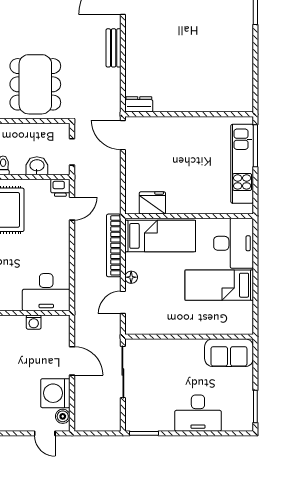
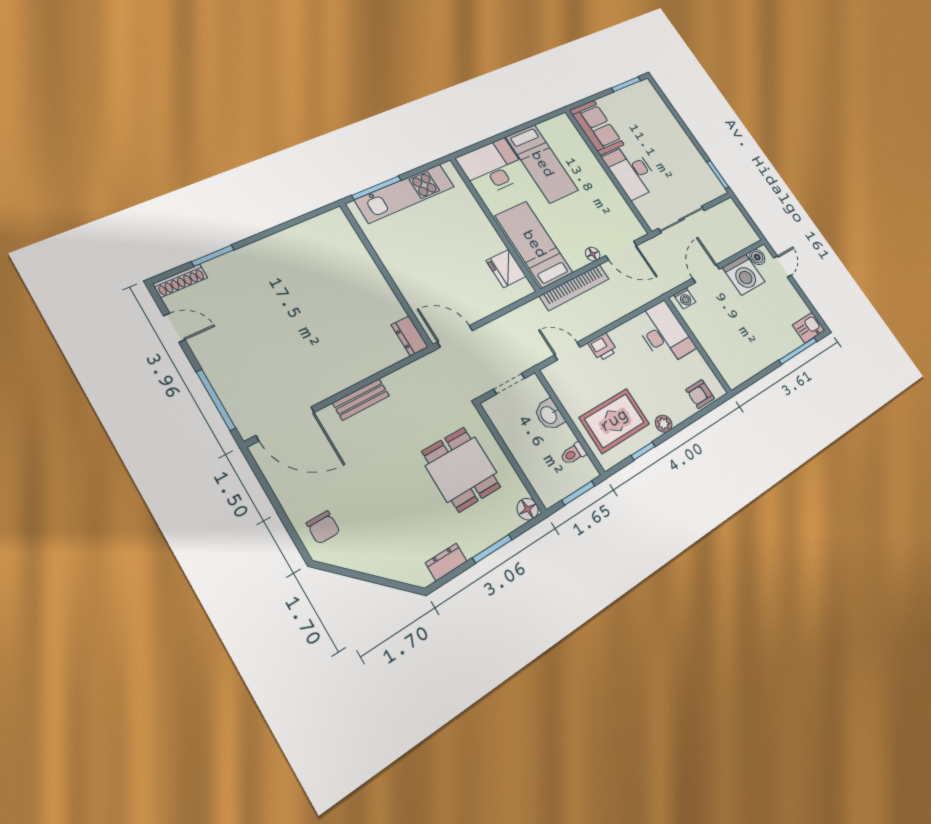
dining table: (35, 84) -> (461, 469), width x0.73
door: (123, 135) -> (455, 336), swing flipped
printer: (60, 188) -> (603, 347), moved, turned 90
door: (123, 302) -> (621, 251), width x1.38
washing machine: (34, 322) -> (685, 298), moved, turned 90
desk: (198, 413) -> (632, 172), moved, turned 180

